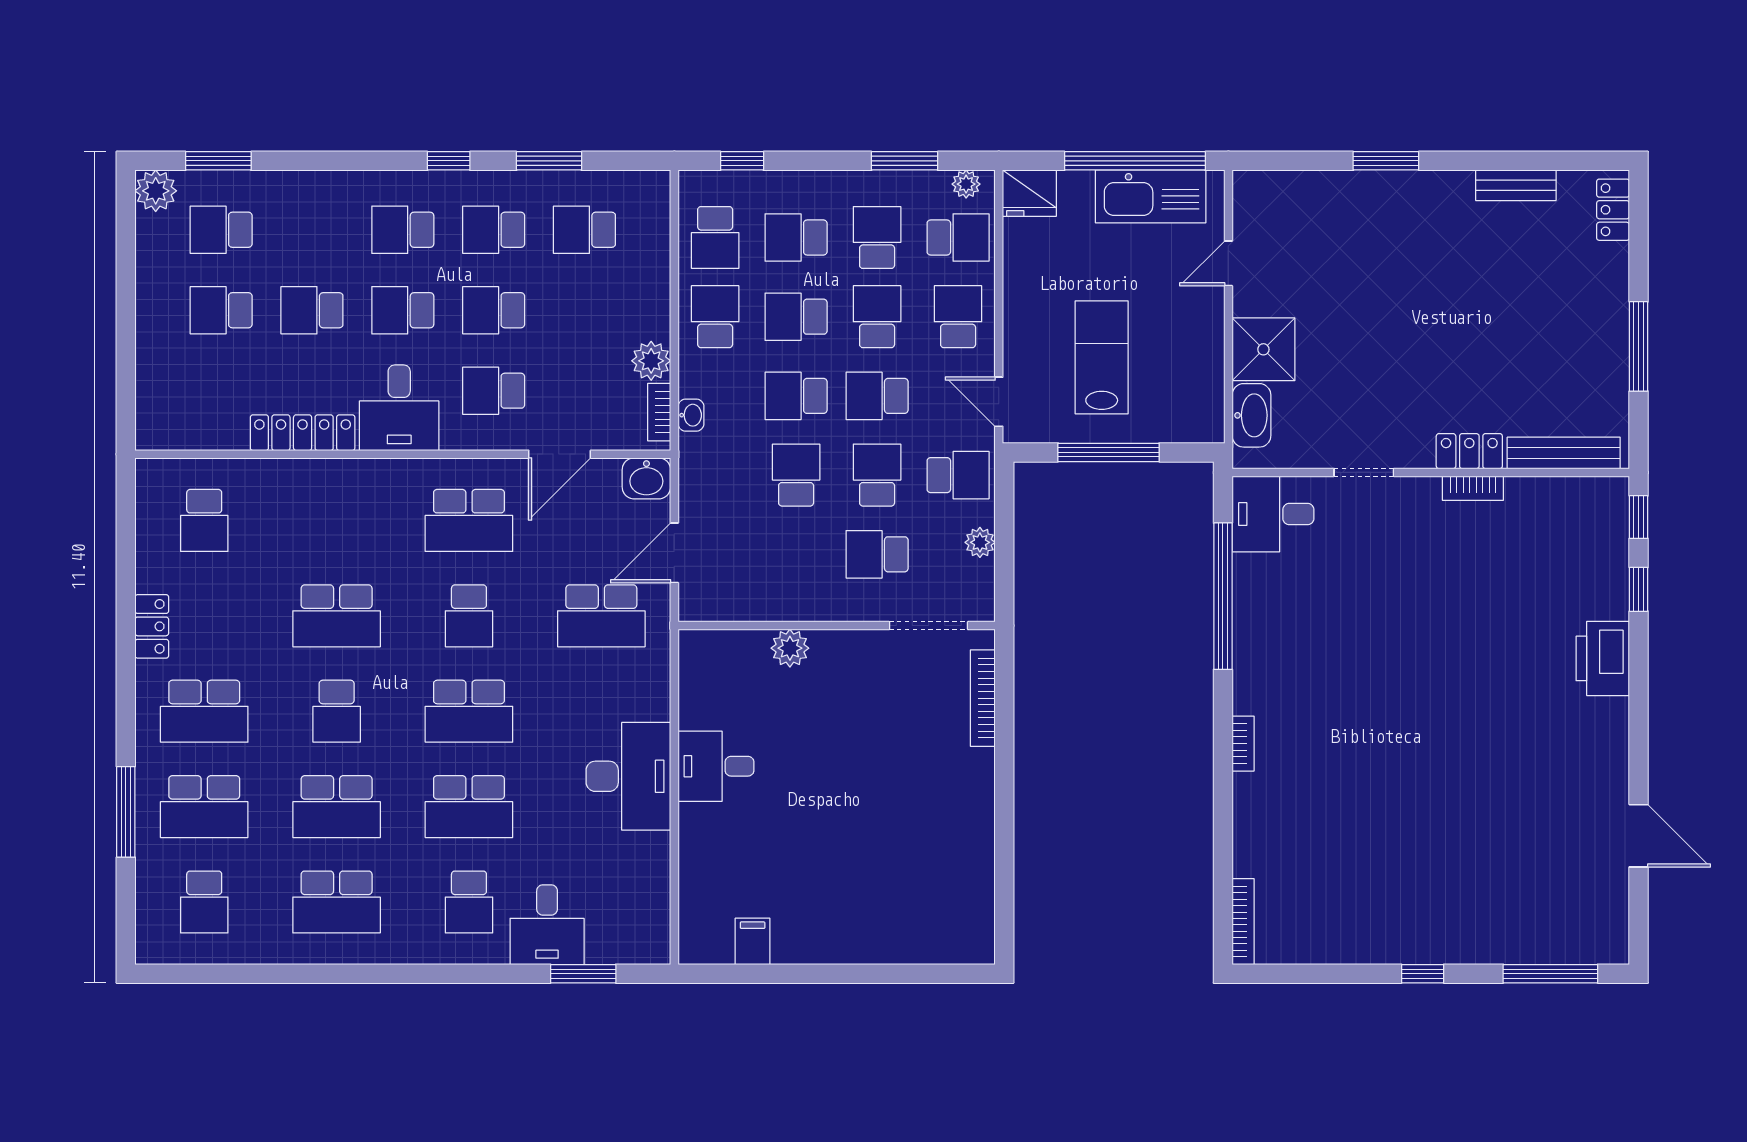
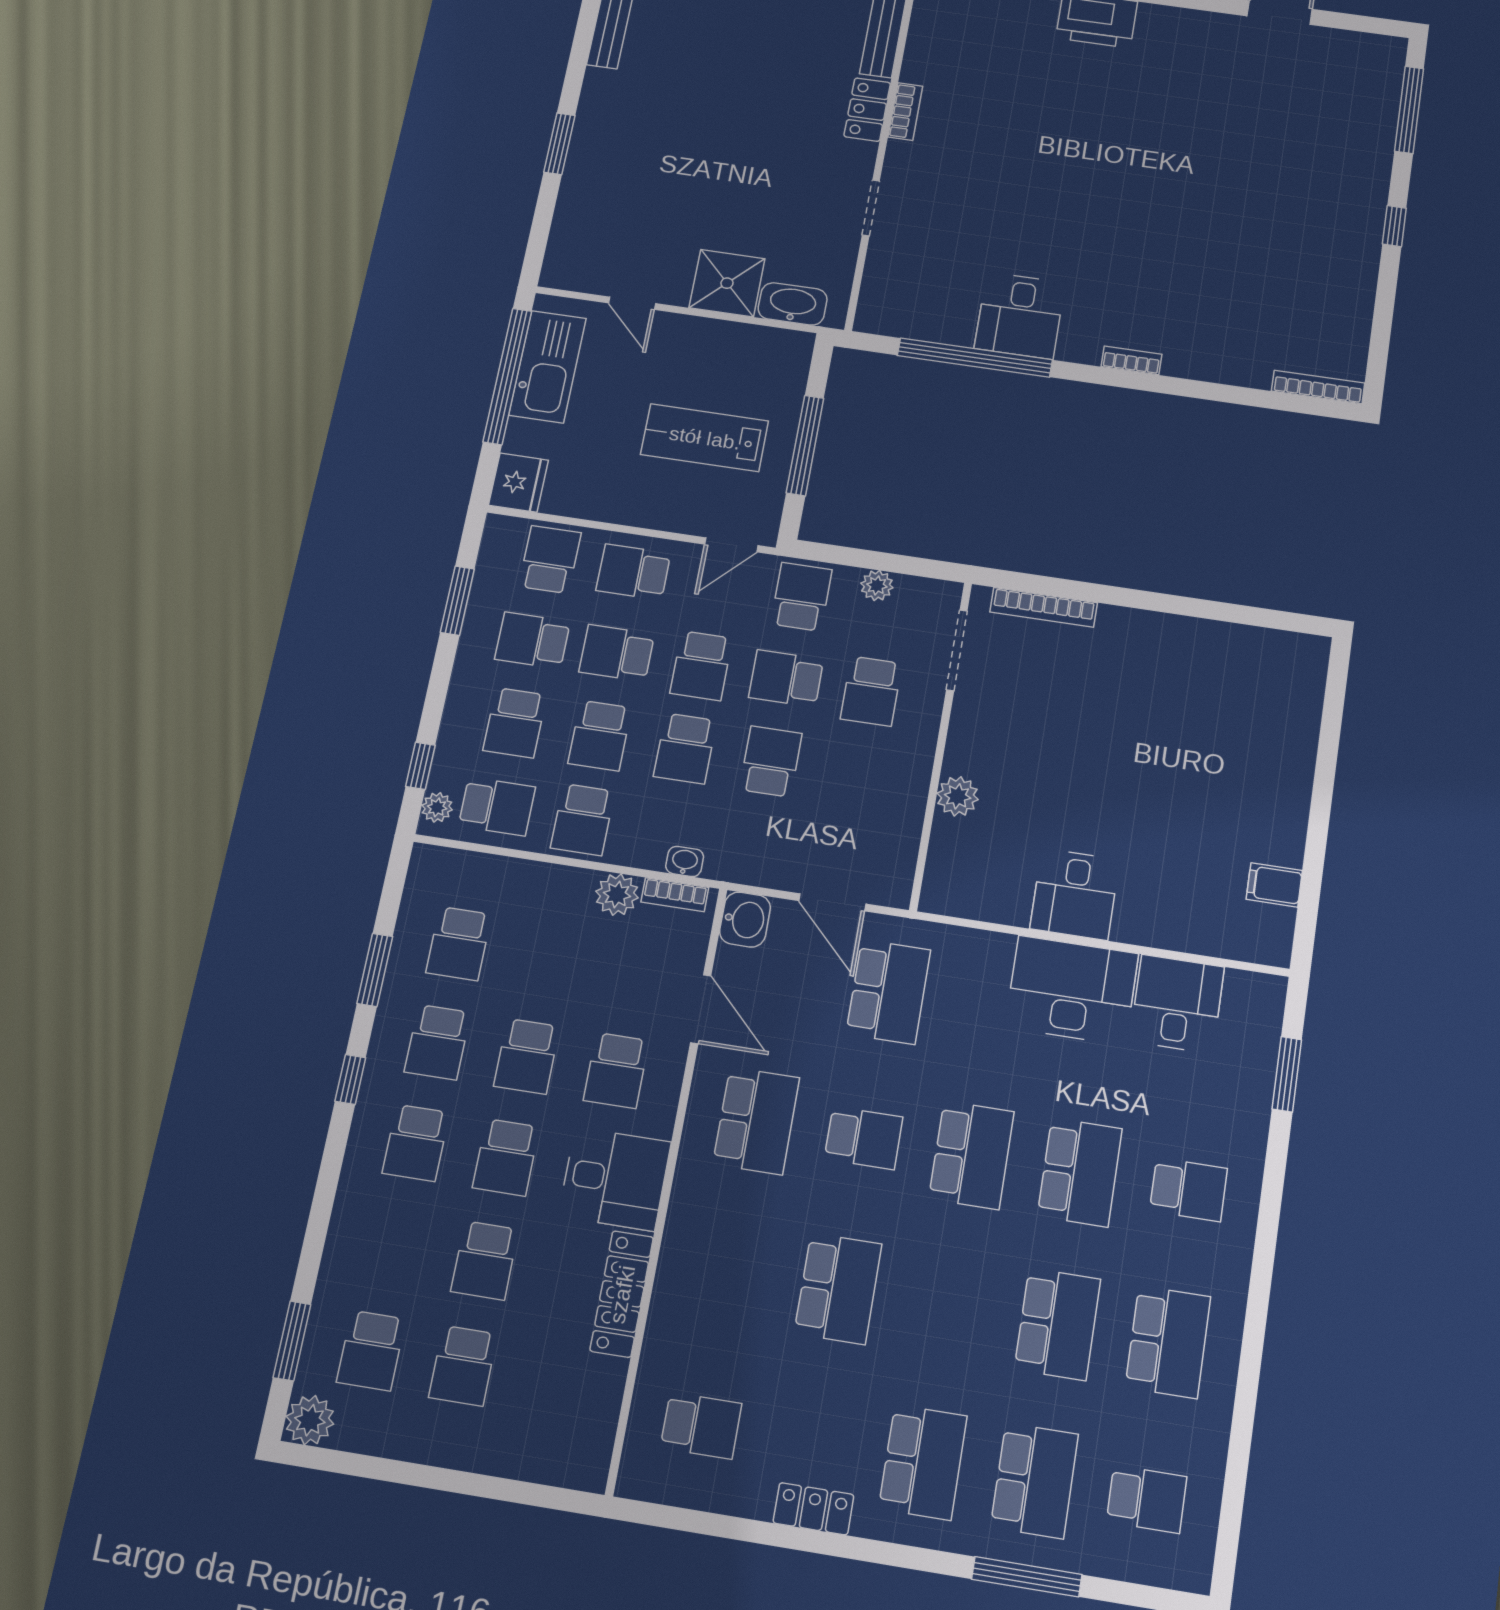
plant: (966, 184) -> (437, 807), moved
school desk: (715, 317) -> (583, 820), turned -90
school desk: (796, 475) -> (771, 761), turned 90
desk: (1273, 514) -> (1020, 316), moved
school desk: (337, 711) -> (948, 1306), removed
desk: (547, 925) -> (1177, 1004), moved, turned -90

